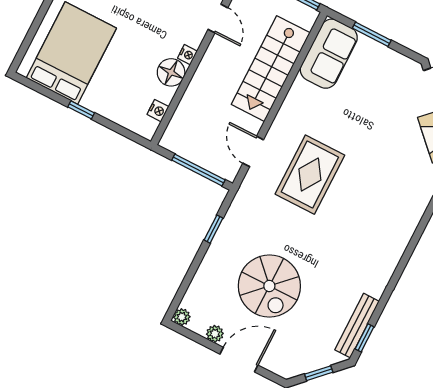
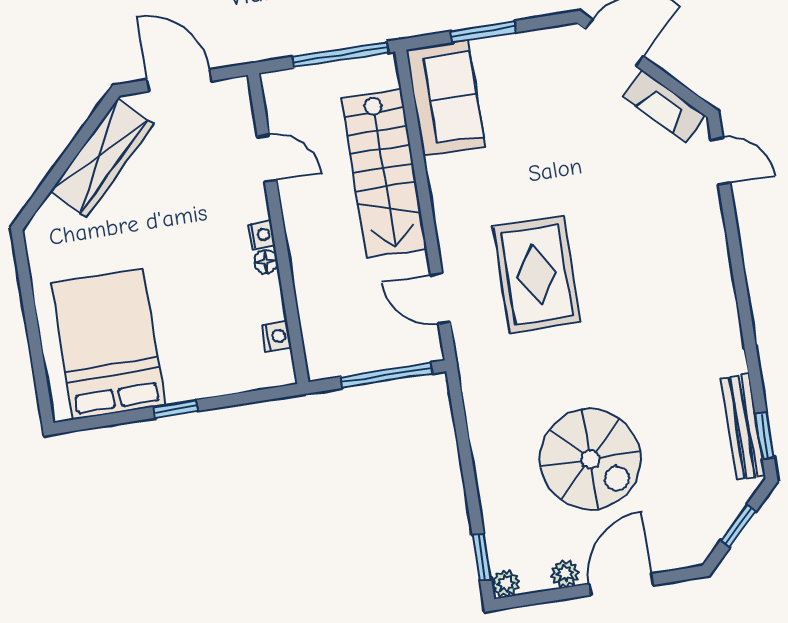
floor lamp: (171, 72) -> (266, 262), width x0.53, depth x0.53
window: (213, 229) -> (482, 557), moved

